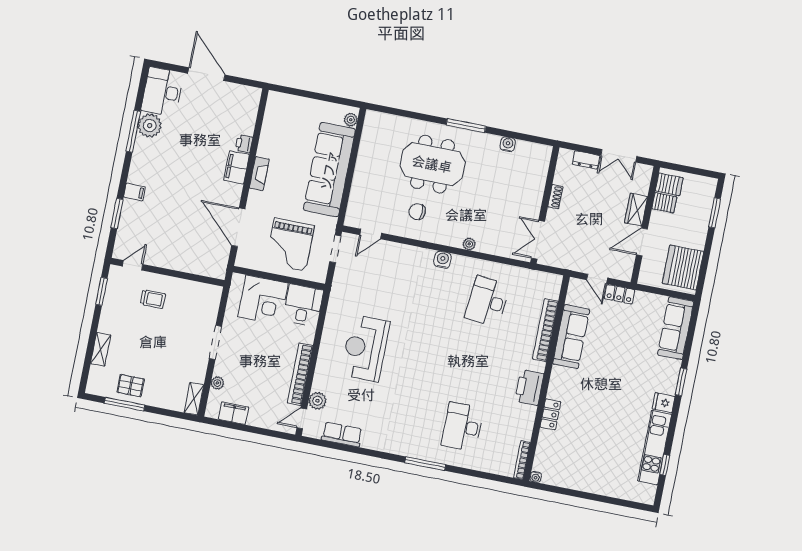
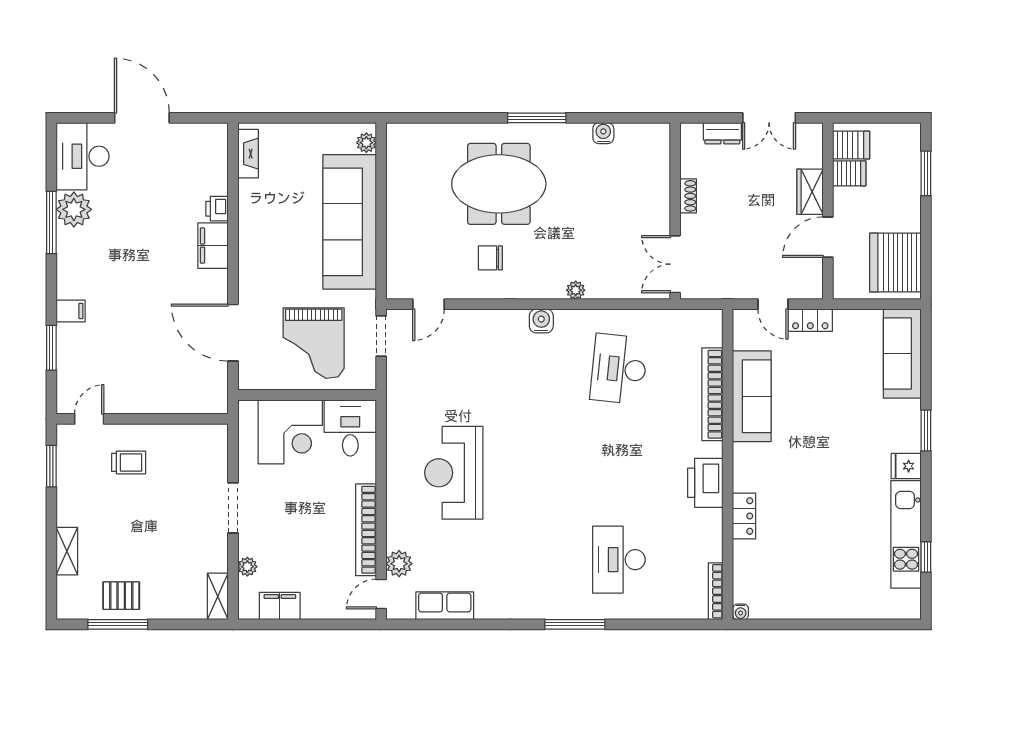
fireplace: (259, 174) -> (248, 154), moved

